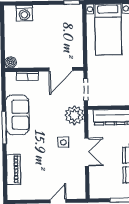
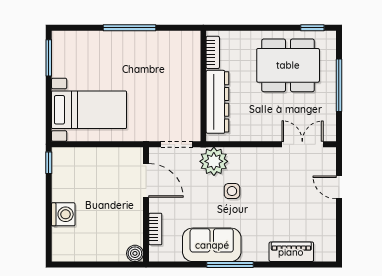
washing machine: (24, 13) -> (63, 214), moved
side table: (63, 142) -> (232, 191), moved
double door: (87, 152) -> (302, 144), moved

